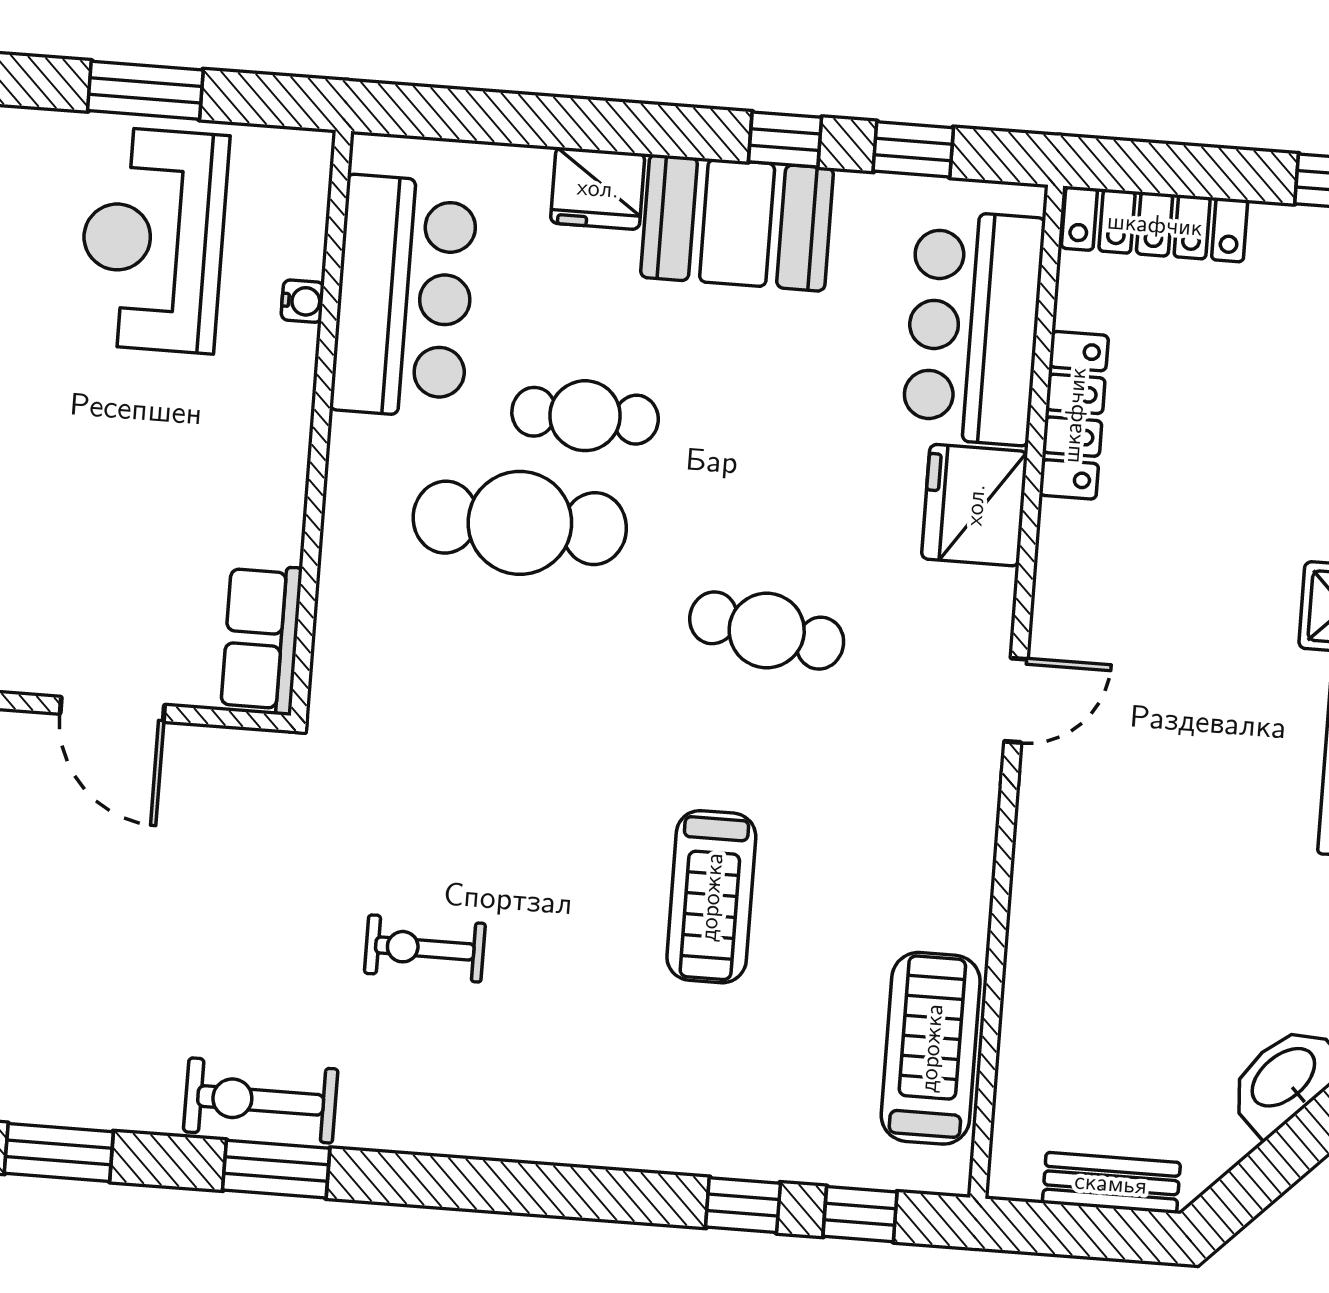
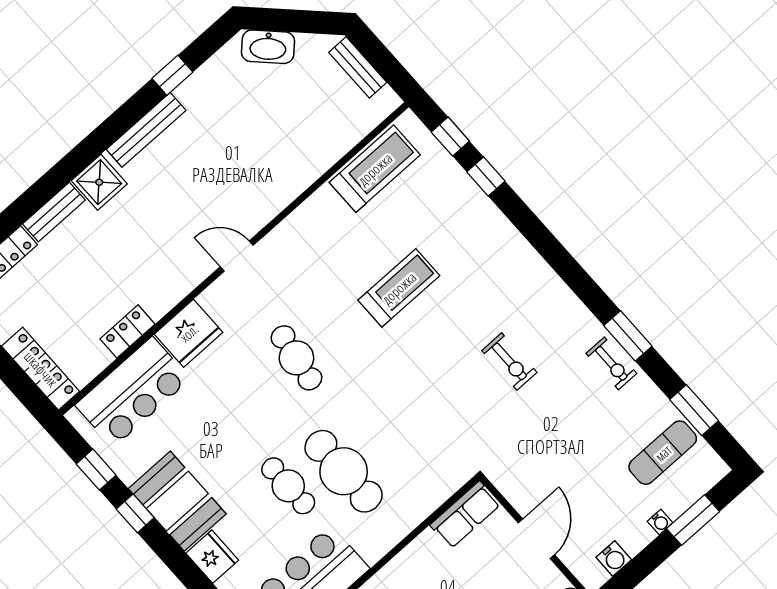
locker: (1074, 415) -> (127, 331), width x0.66
exercise mat: (44, 1038) -> (663, 453), added
treadmill: (931, 1048) -> (375, 169), turned 180
exercise bike: (261, 1100) -> (611, 363), width x0.73, depth x0.72

